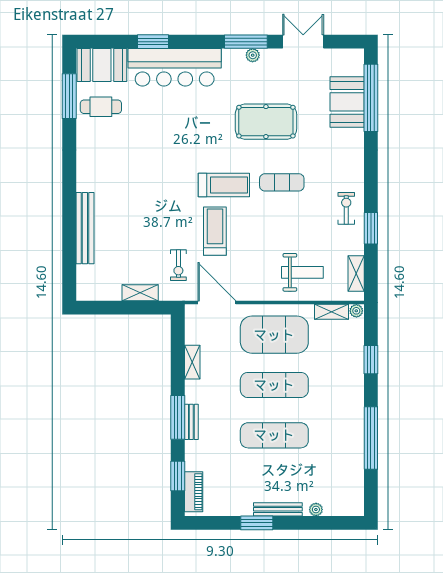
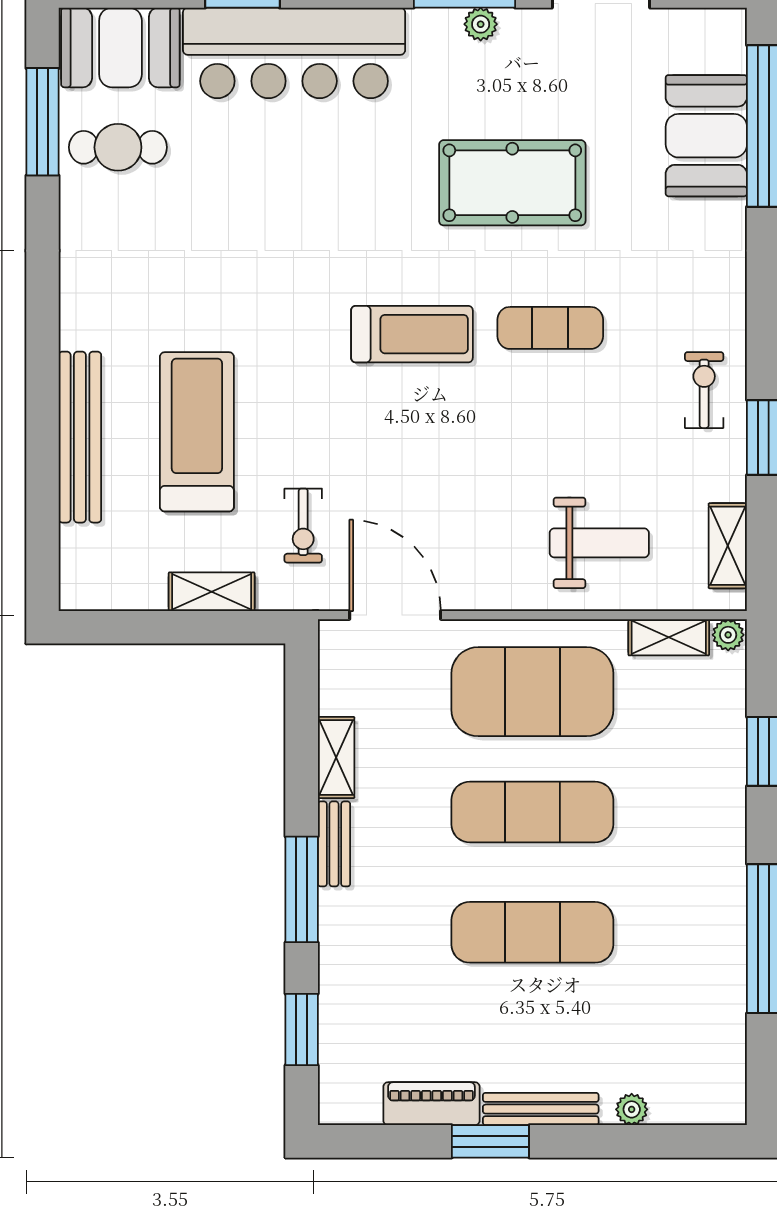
treadmill: (215, 231) -> (197, 432), moved, width x1.37, depth x1.38
bench: (191, 422) -> (334, 844), moved
piano: (194, 492) -> (431, 1104), moved, turned -90

